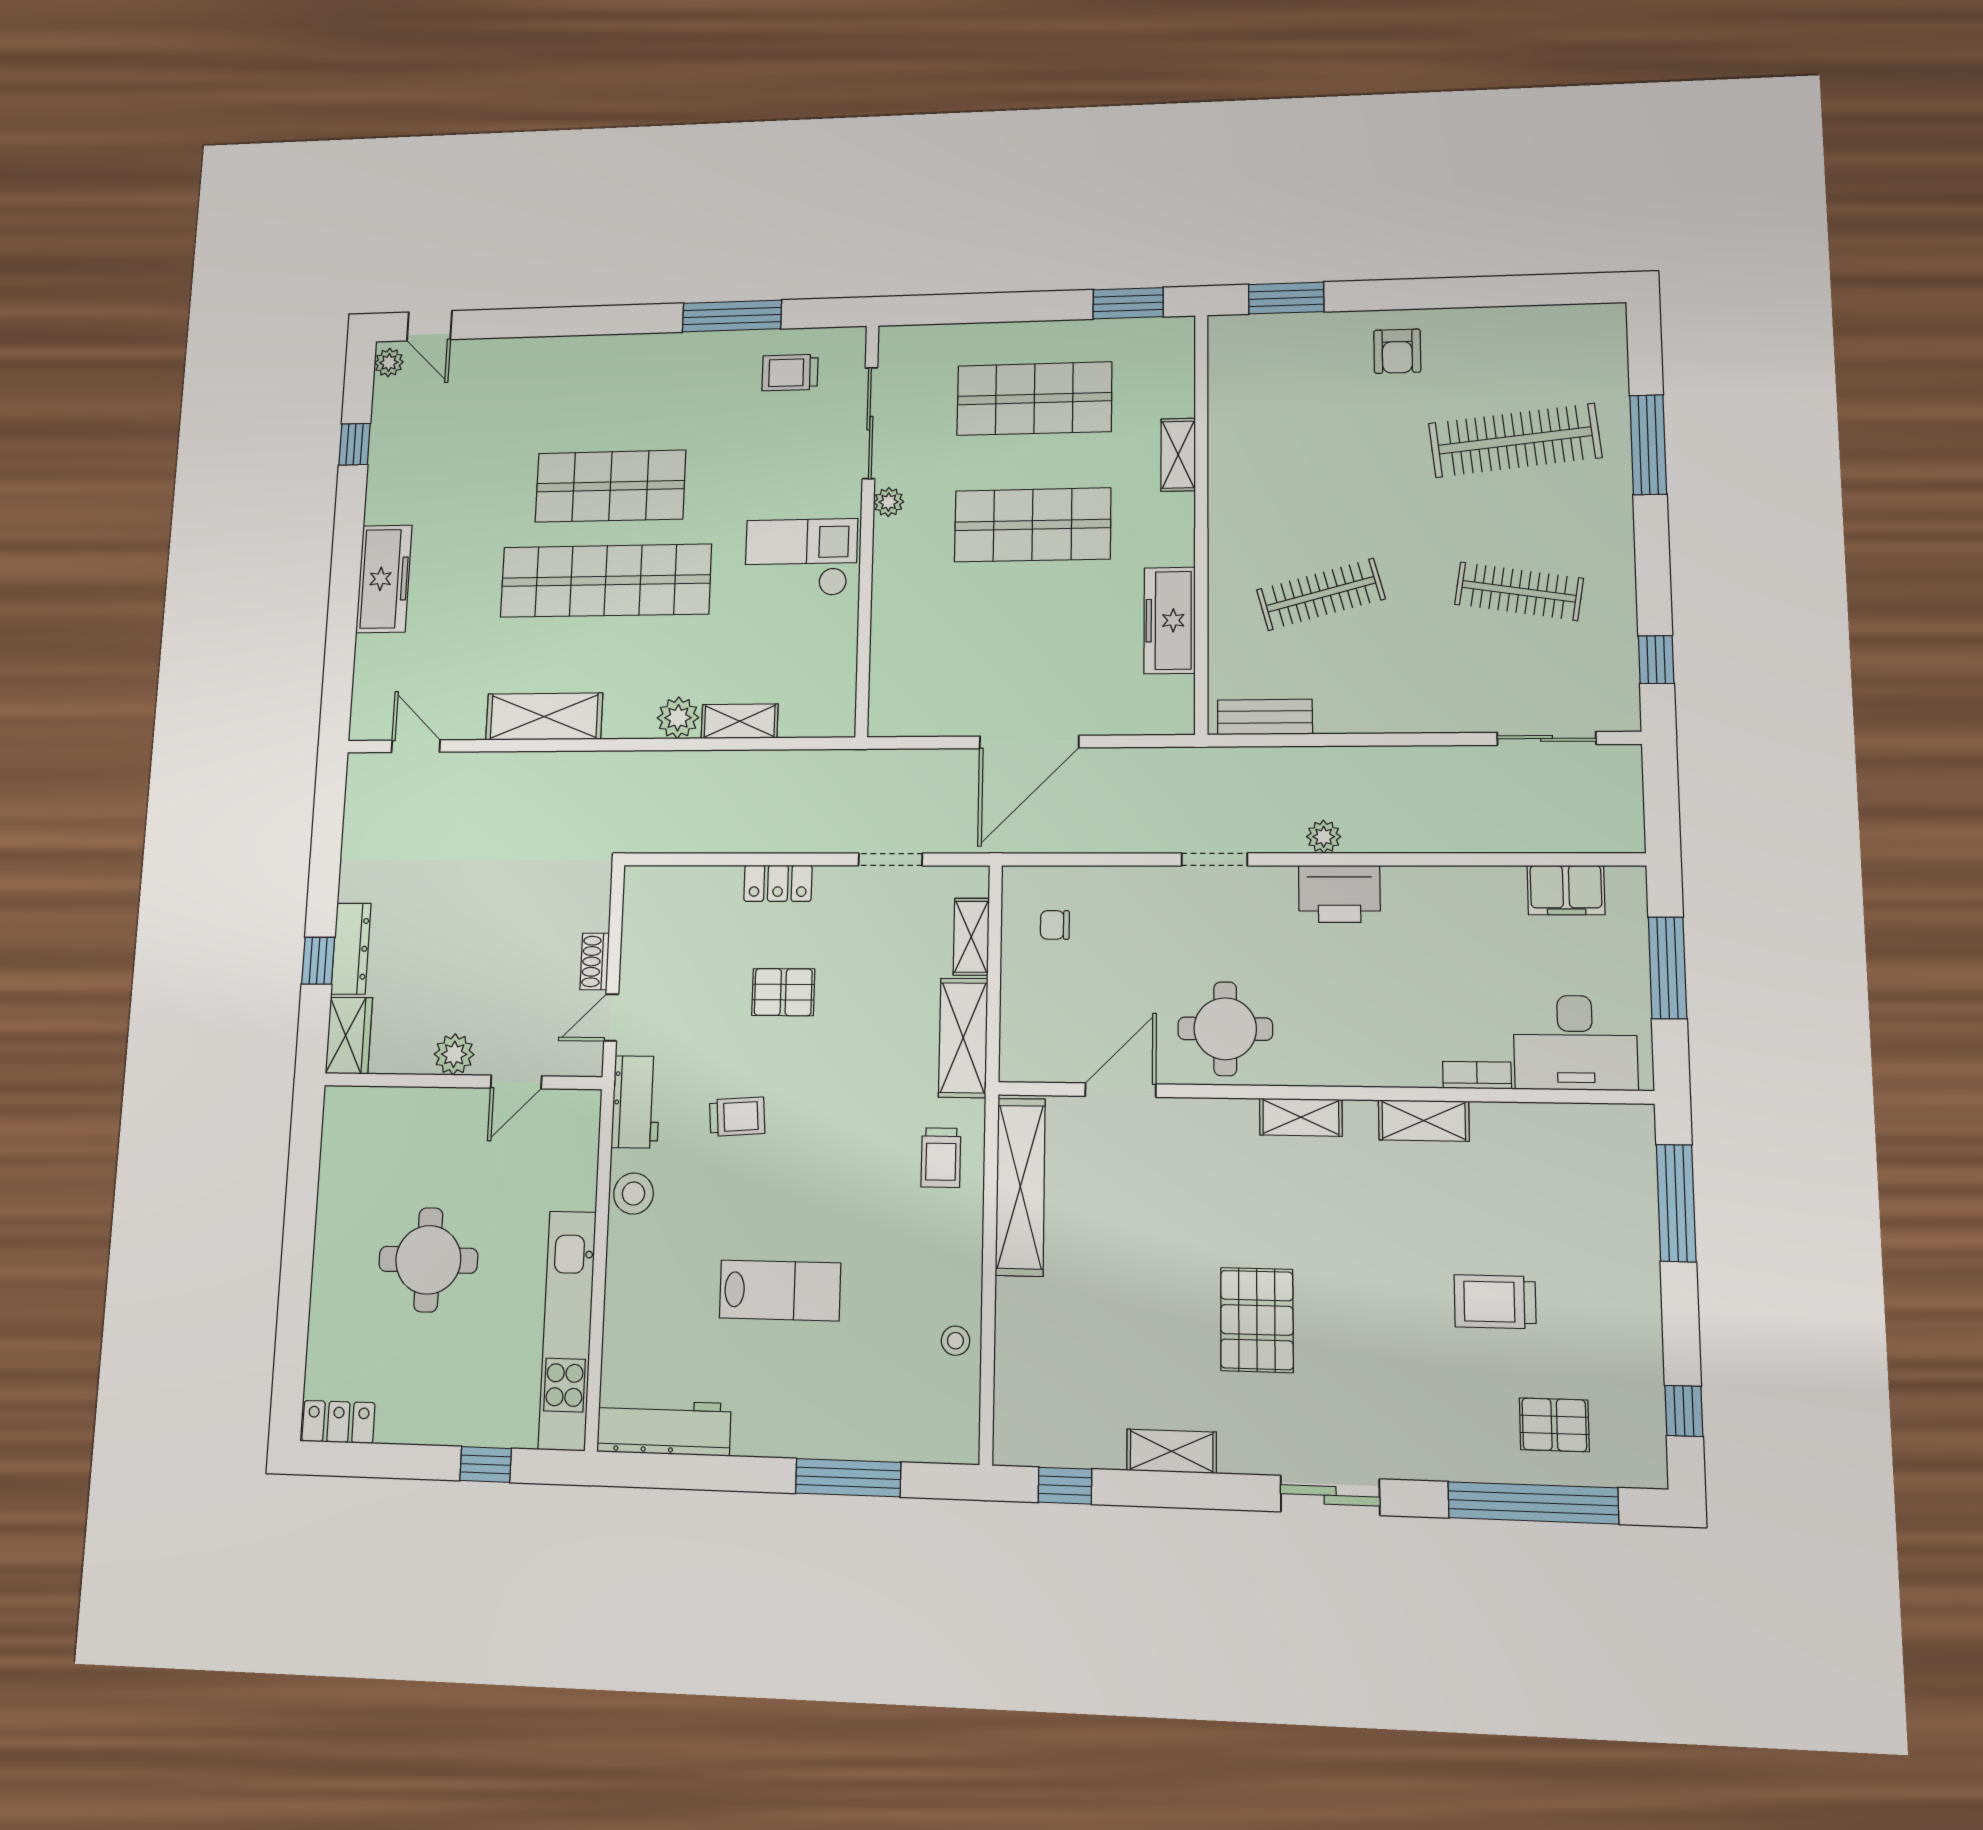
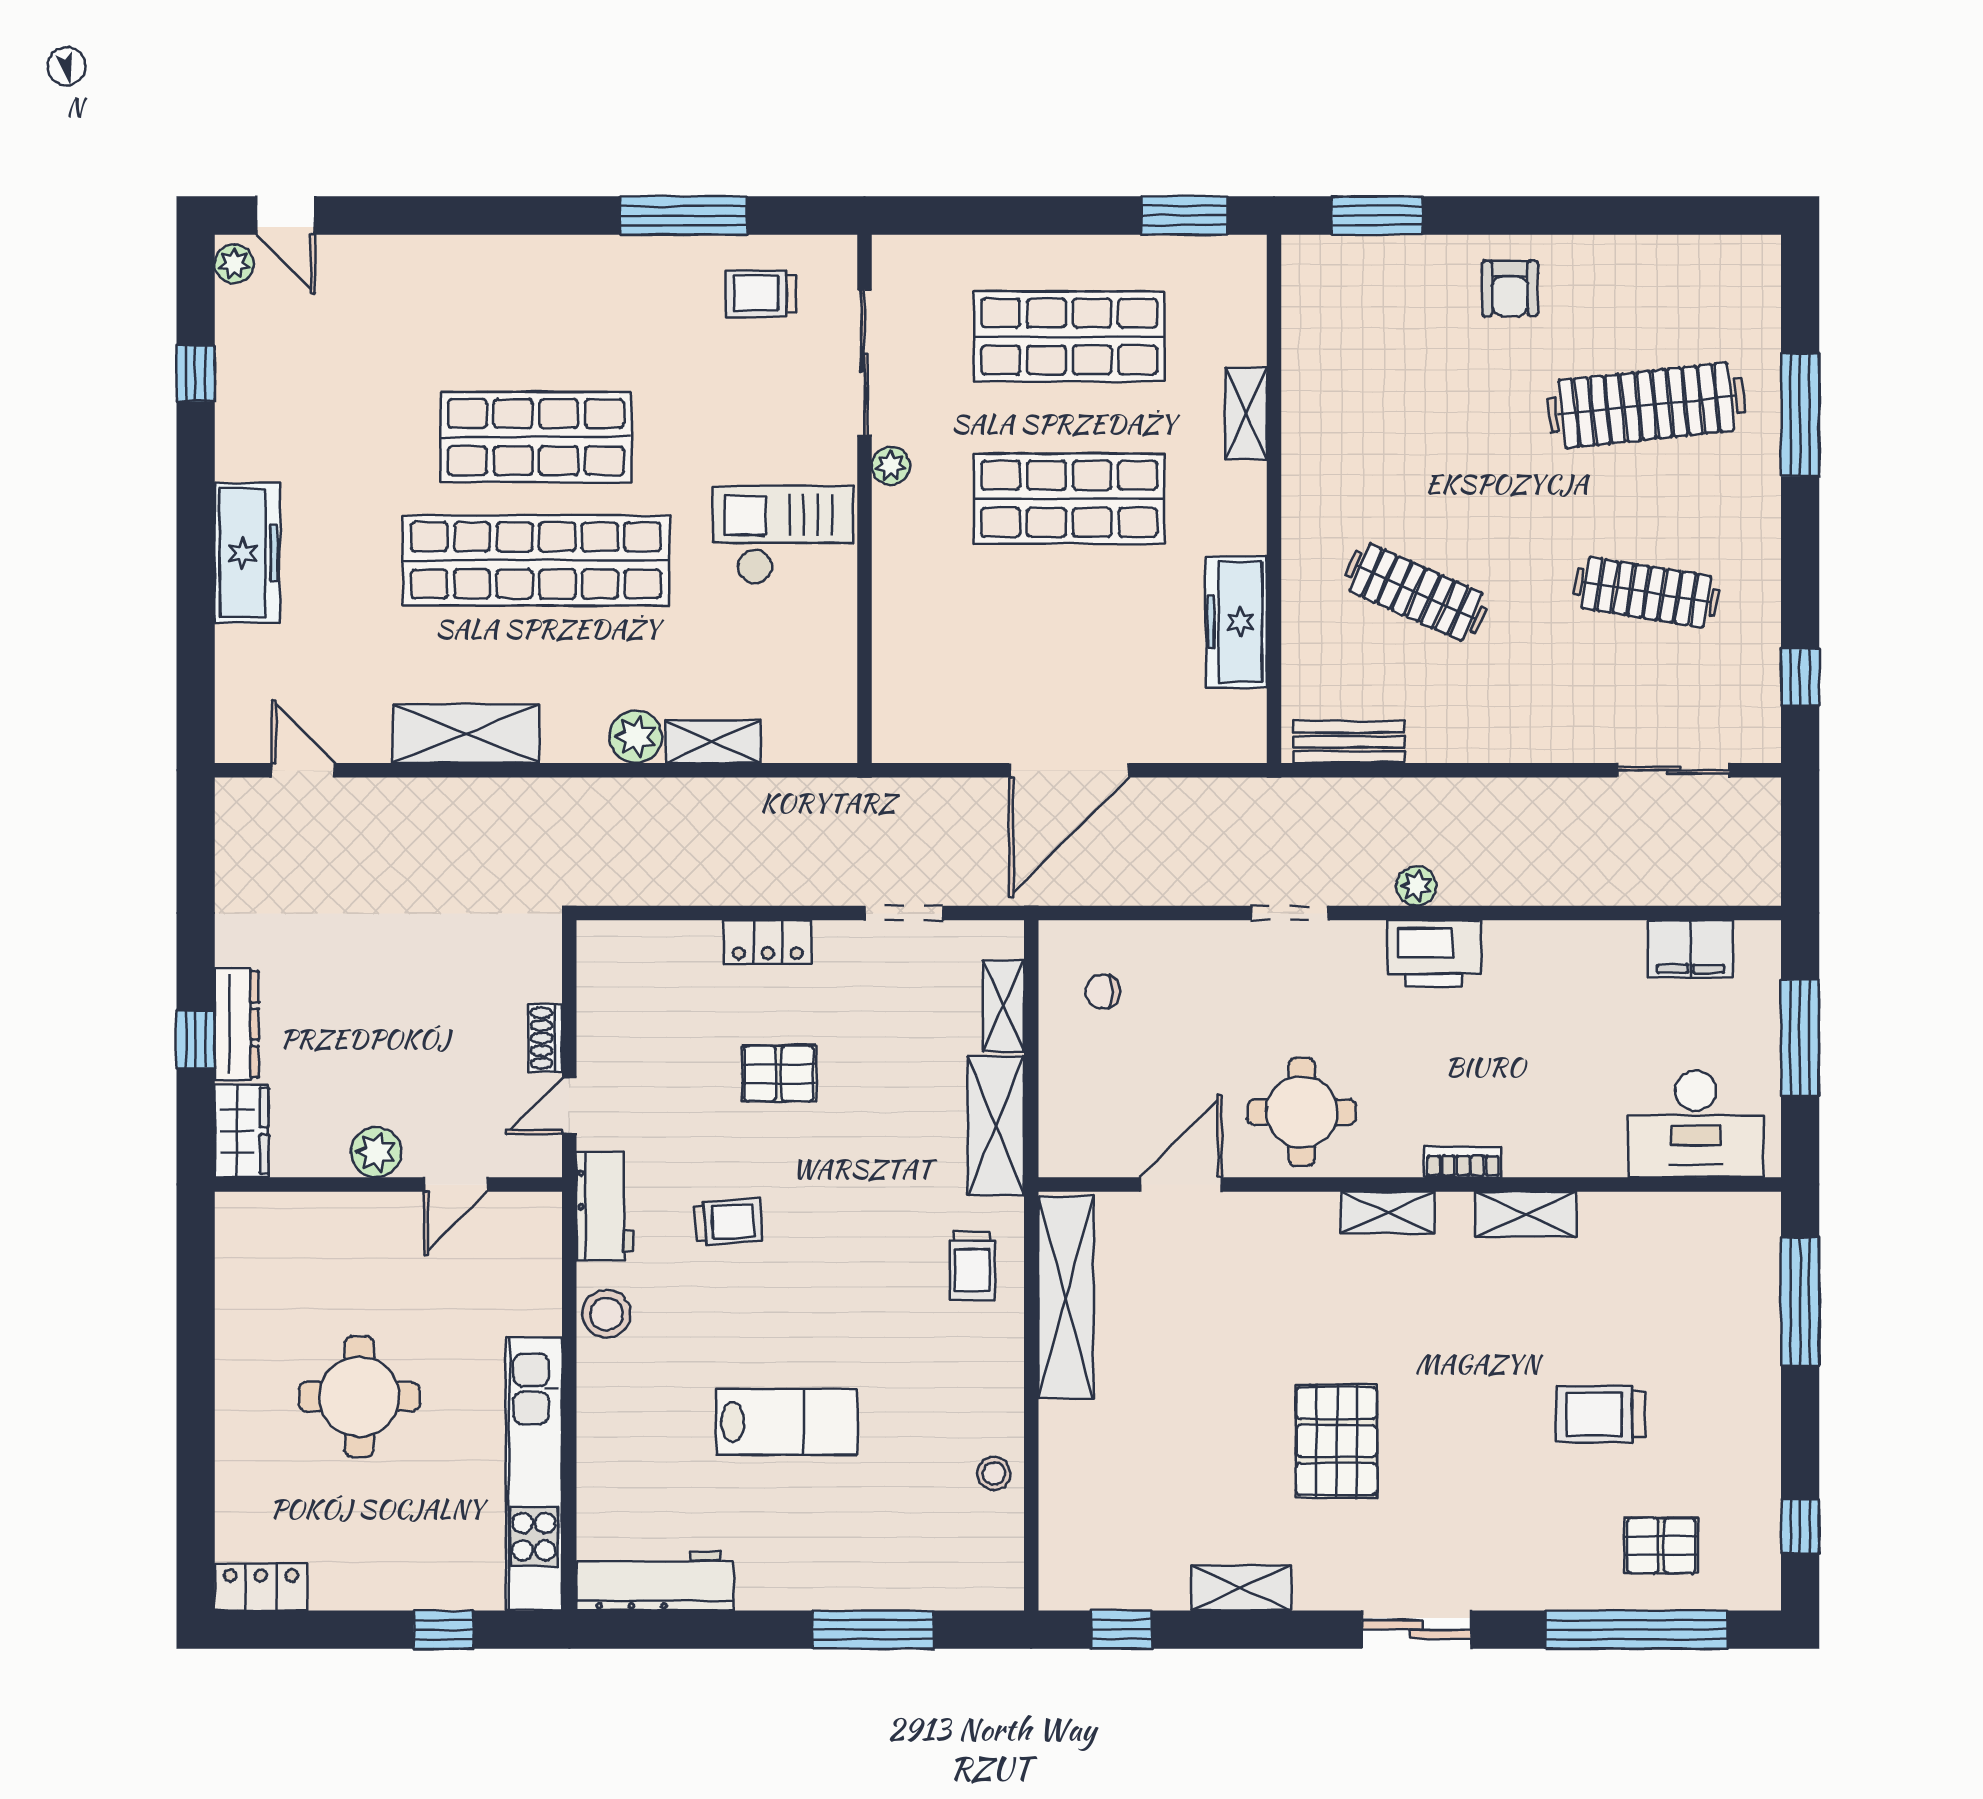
clothes rail: (1321, 594) -> (1416, 592), turned 39
bookcase: (1477, 1075) -> (1463, 1162), moved

